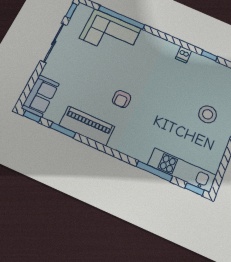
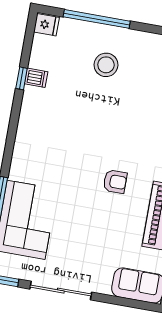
dishwasher: (184, 55) -> (36, 78), moved

